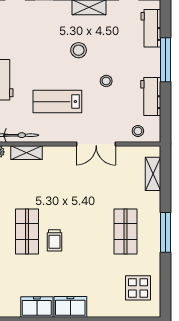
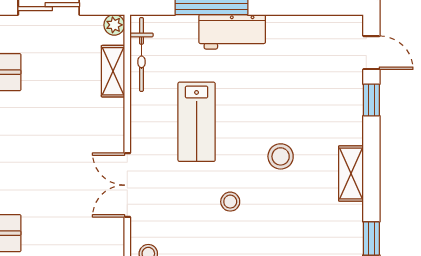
lab bench: (57, 102) -> (197, 122), turned 180

